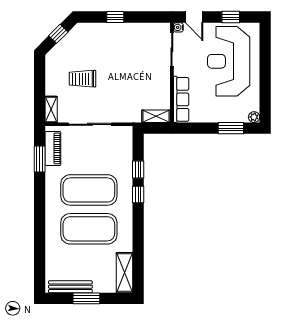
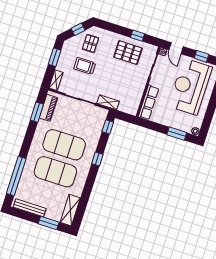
window: (115, 17) -> (137, 36), moved
pallet: (133, 43) -> (128, 53), added
pallet: (81, 47) -> (90, 43), added
window: (40, 80) -> (55, 57), added
shelving: (156, 116) -> (108, 102), moved
window: (138, 170) -> (108, 127), moved
window: (40, 251) -> (16, 176), added
window: (86, 298) -> (49, 223), moved

